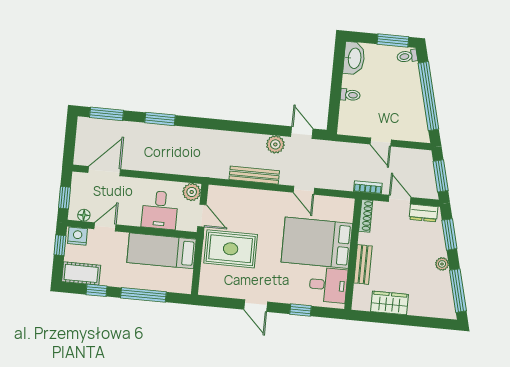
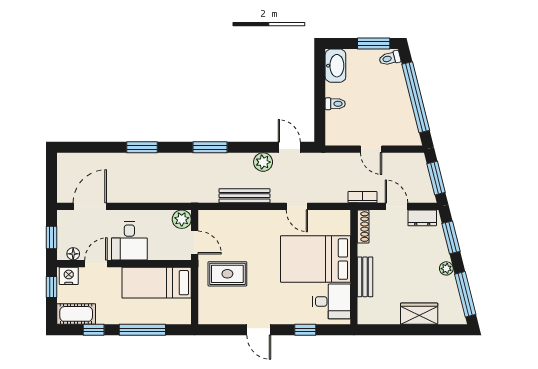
window: (107, 114) -> (210, 147), moved
desk: (160, 210) -> (129, 241), moved
rug: (231, 249) -> (227, 274), width x0.73, depth x0.70
wardrobe: (389, 303) -> (419, 314), moved

